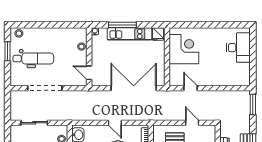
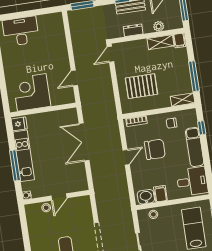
door: (89, 73) -> (59, 197), moved
double door: (134, 88) -> (84, 142), width x0.73
door: (192, 123) -> (111, 54), moved

